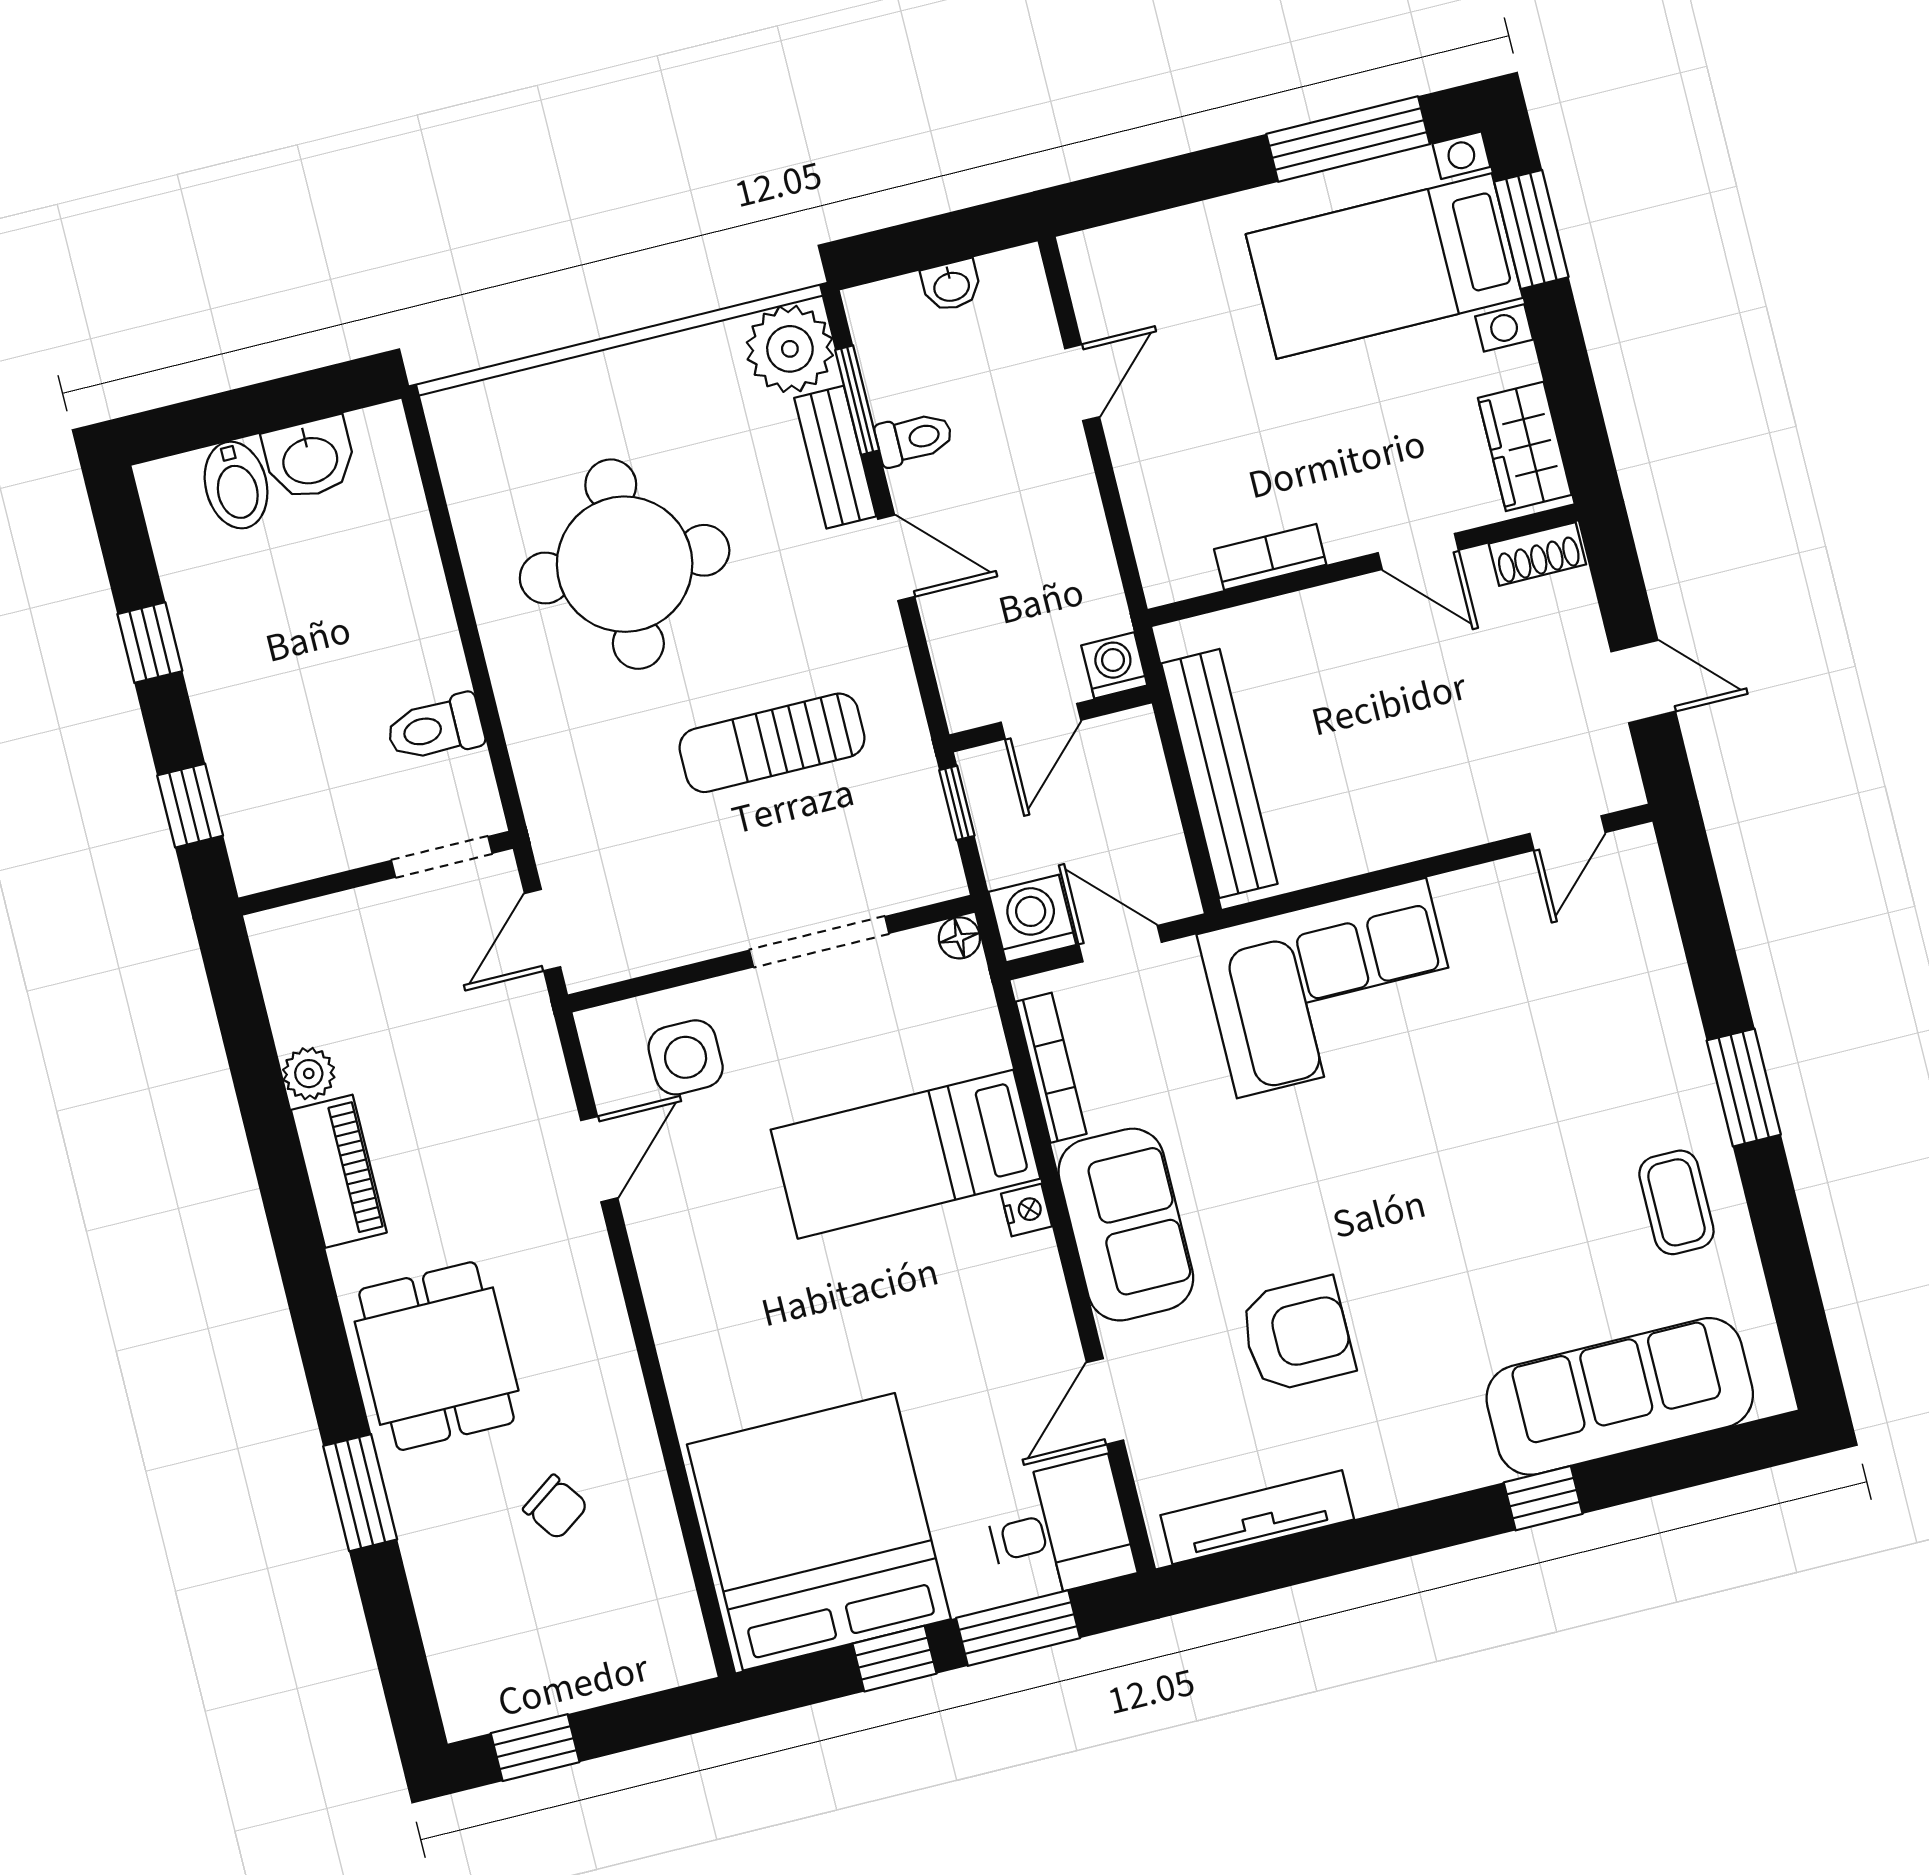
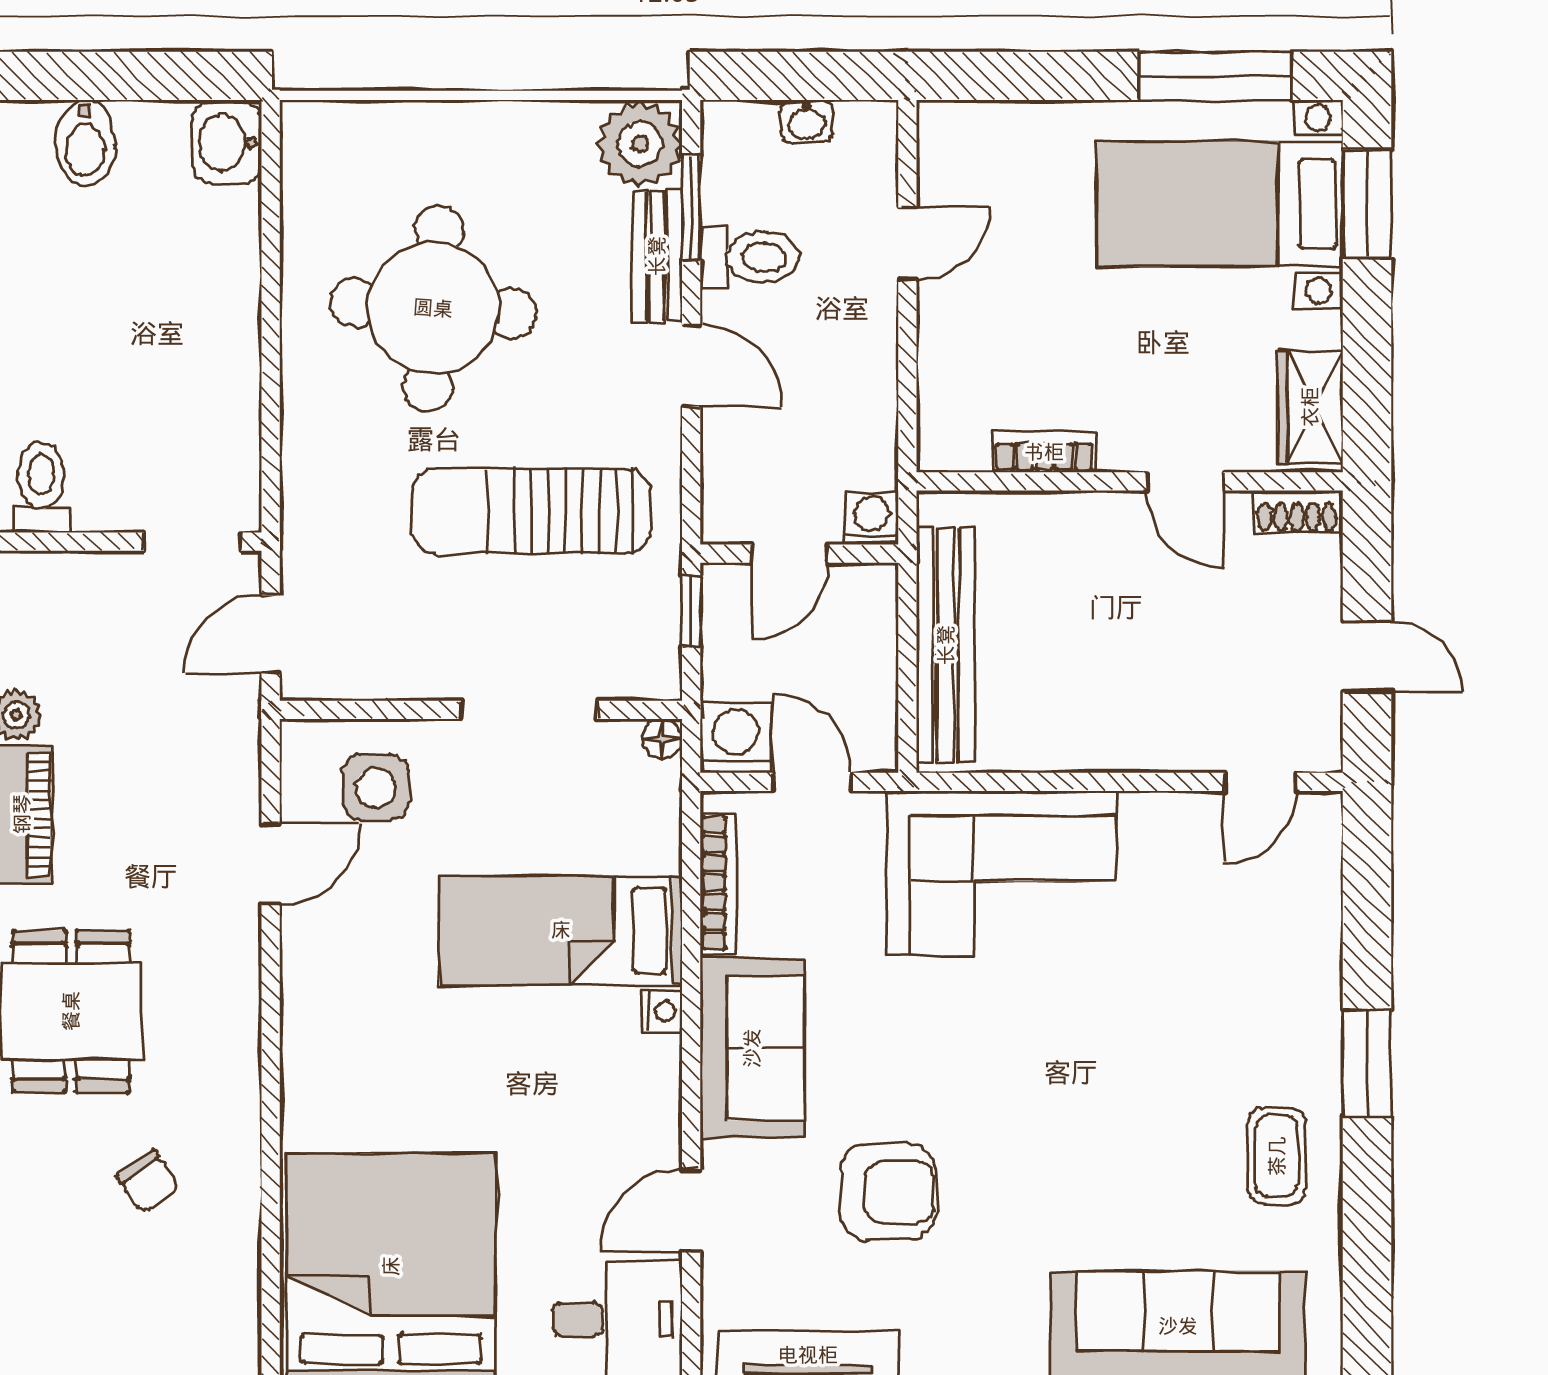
toilet: (914, 439) -> (750, 257), width x1.37, depth x1.39
washbasin: (310, 459) -> (227, 143), moved, turned 90
toilet: (435, 728) -> (41, 487), moved, turned 90
sun lounger: (772, 743) -> (531, 511), width x1.36, depth x1.34

